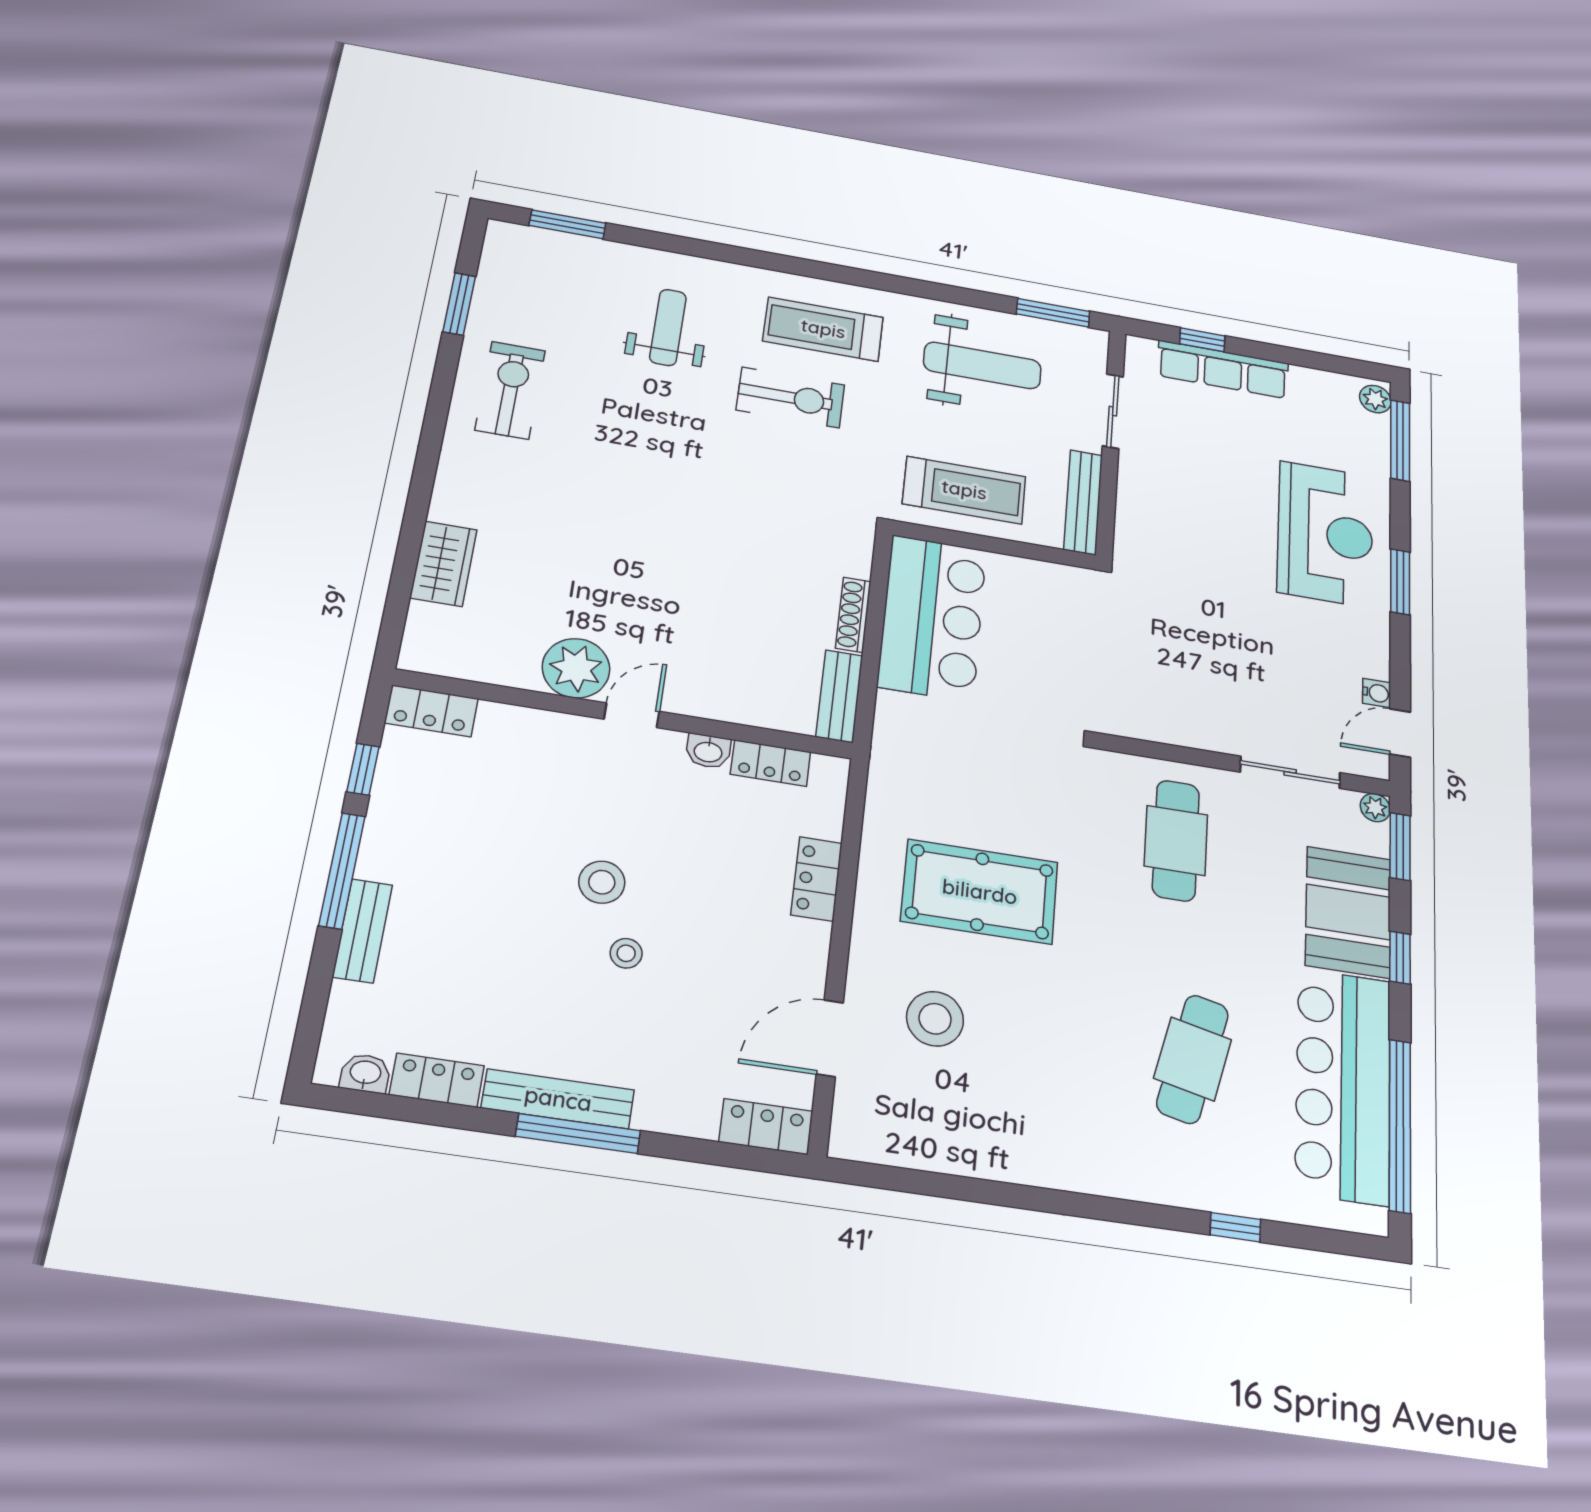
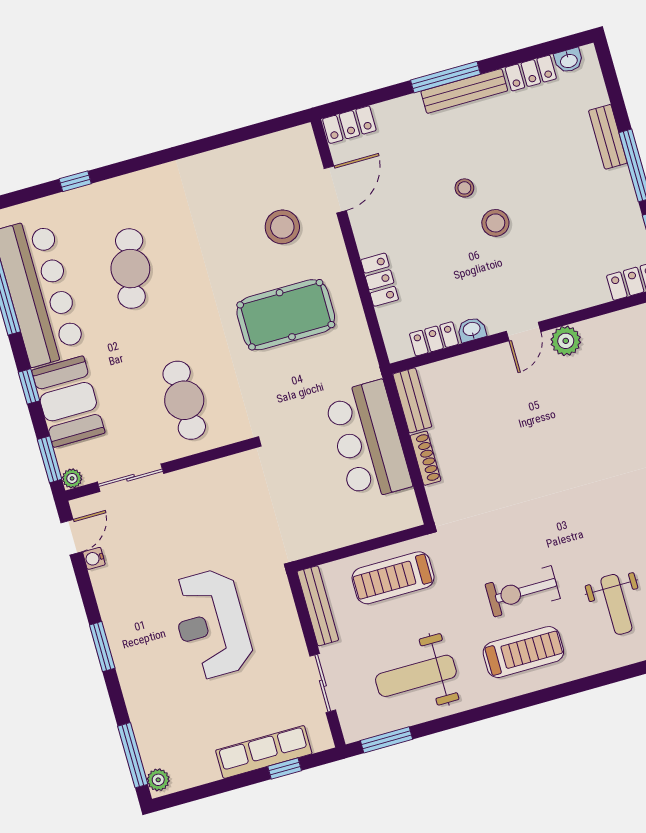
reception desk: (1325, 534) -> (211, 624), moved
bar counter: (932, 618) -> (368, 441), moved
plant: (576, 668) -> (566, 341), width x0.73, depth x0.73

